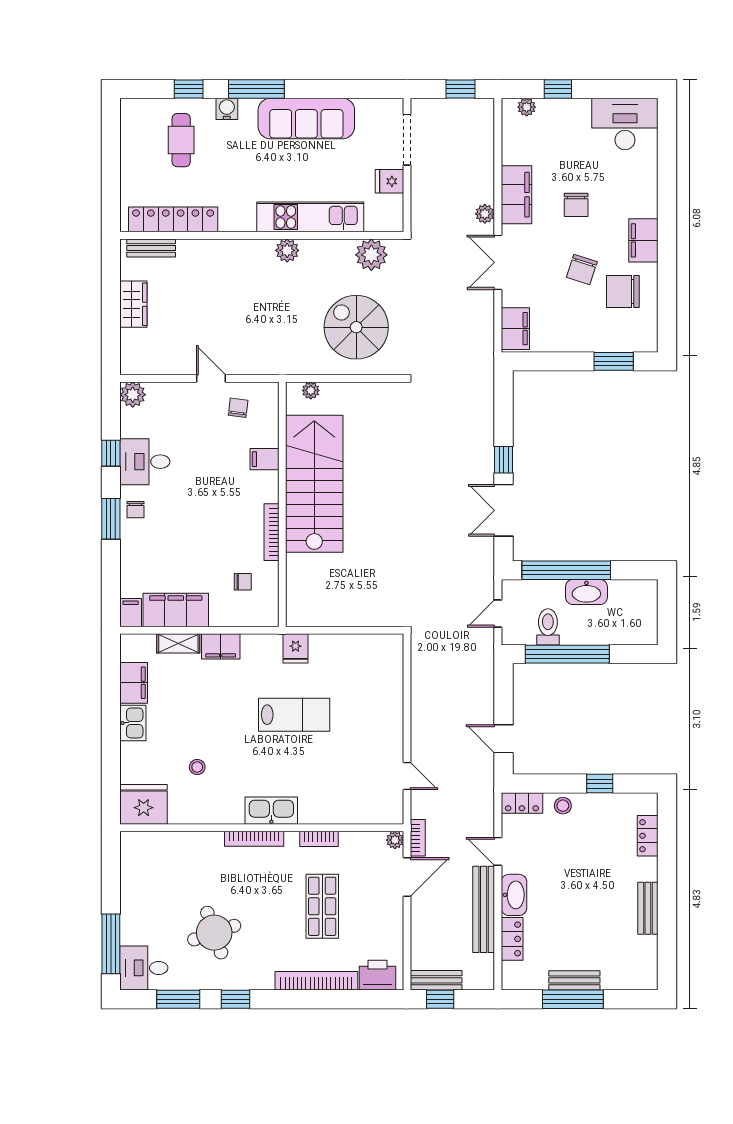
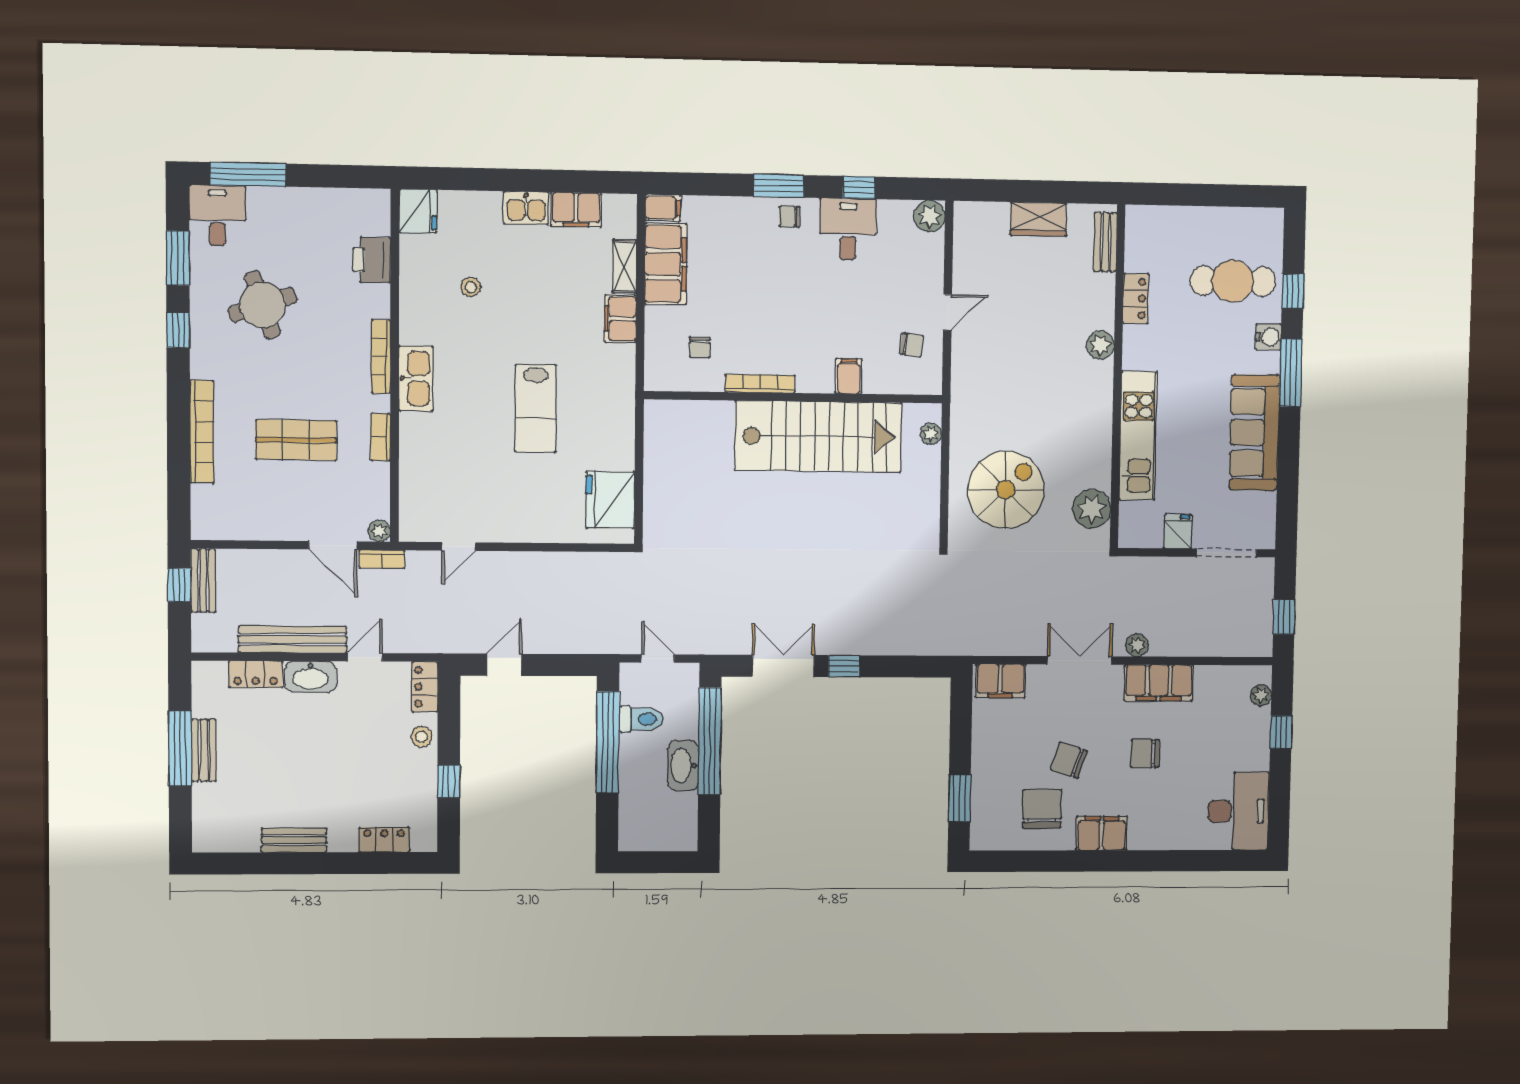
cafe table: (181, 140) -> (1233, 281), width x1.37, depth x1.35
locker: (173, 219) -> (1136, 299), width x0.46, depth x0.83
plant: (287, 250) -> (1100, 345), moved
fridge: (296, 648) -> (610, 500), moved, width x1.88, depth x1.34
fridge: (144, 804) -> (418, 211), width x0.73, depth x0.75
printer: (378, 975) -> (372, 260), moved, turned 180

